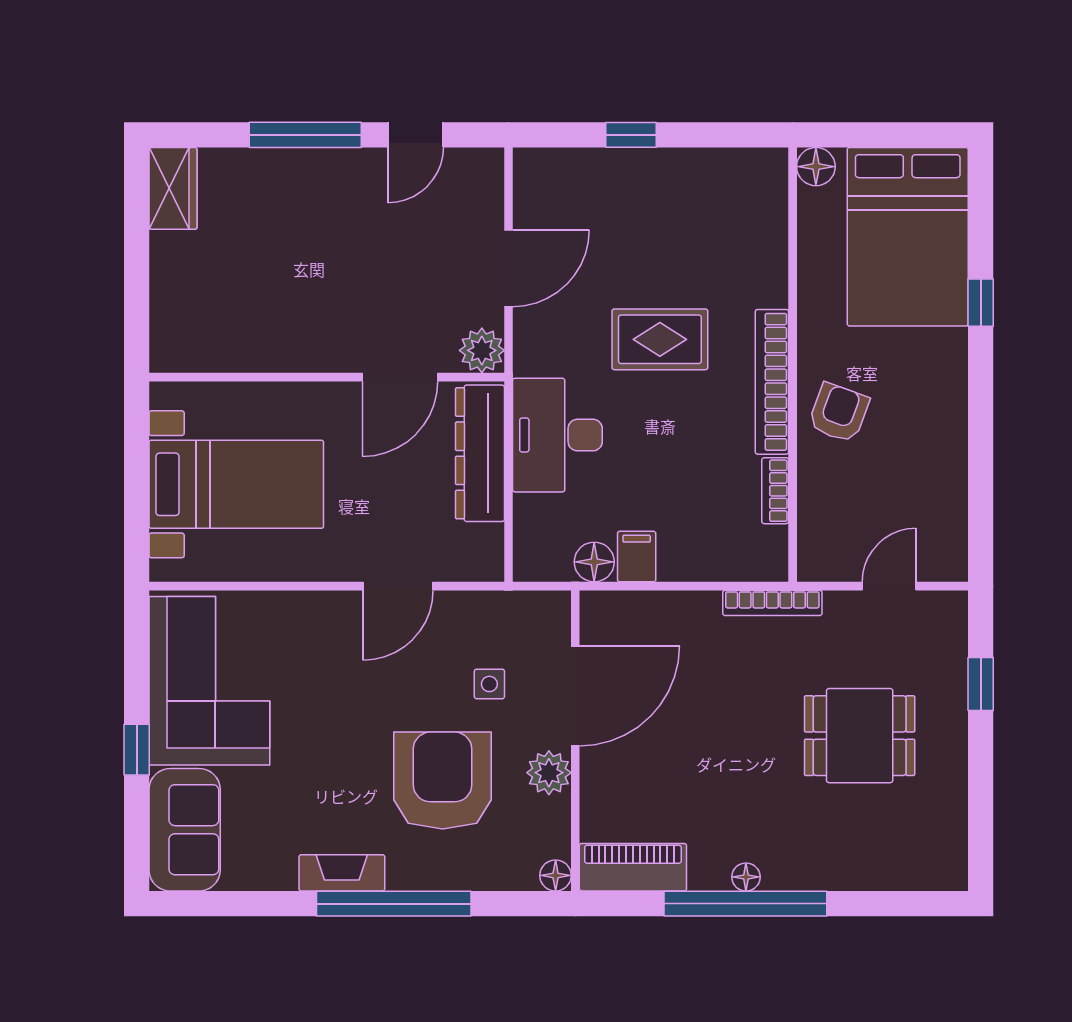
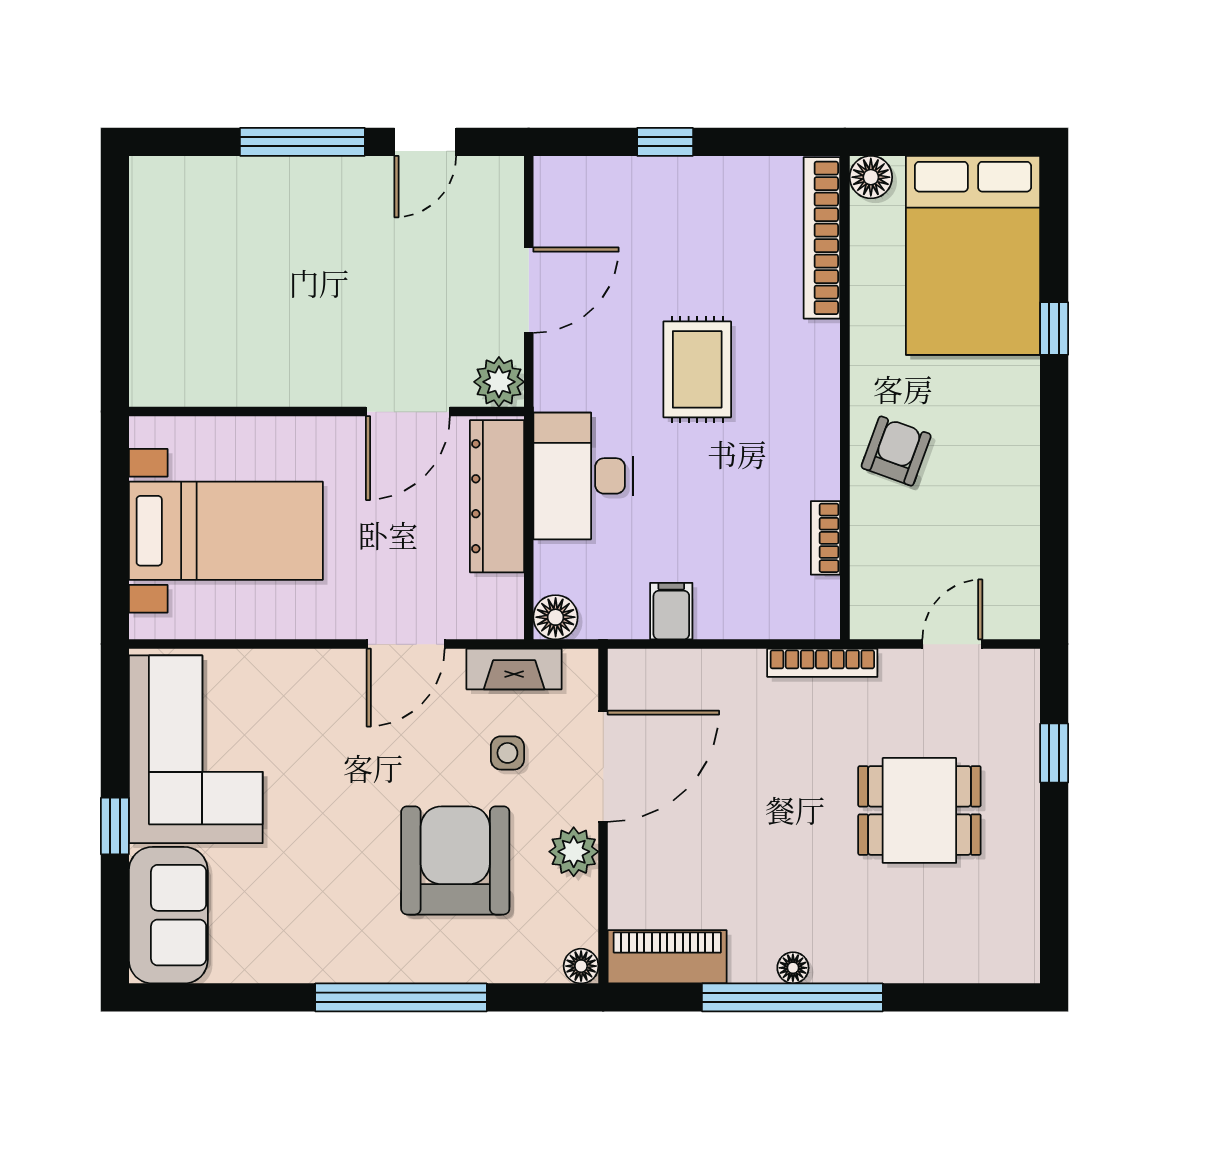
wardrobe: (173, 188) -> (155, 201), removed
rug: (660, 339) -> (697, 369), turned 90
bookcase: (772, 382) -> (822, 238), moved
floor lamp: (594, 562) -> (556, 617), moved
fireplace: (342, 873) -> (514, 669), moved, turned 180

